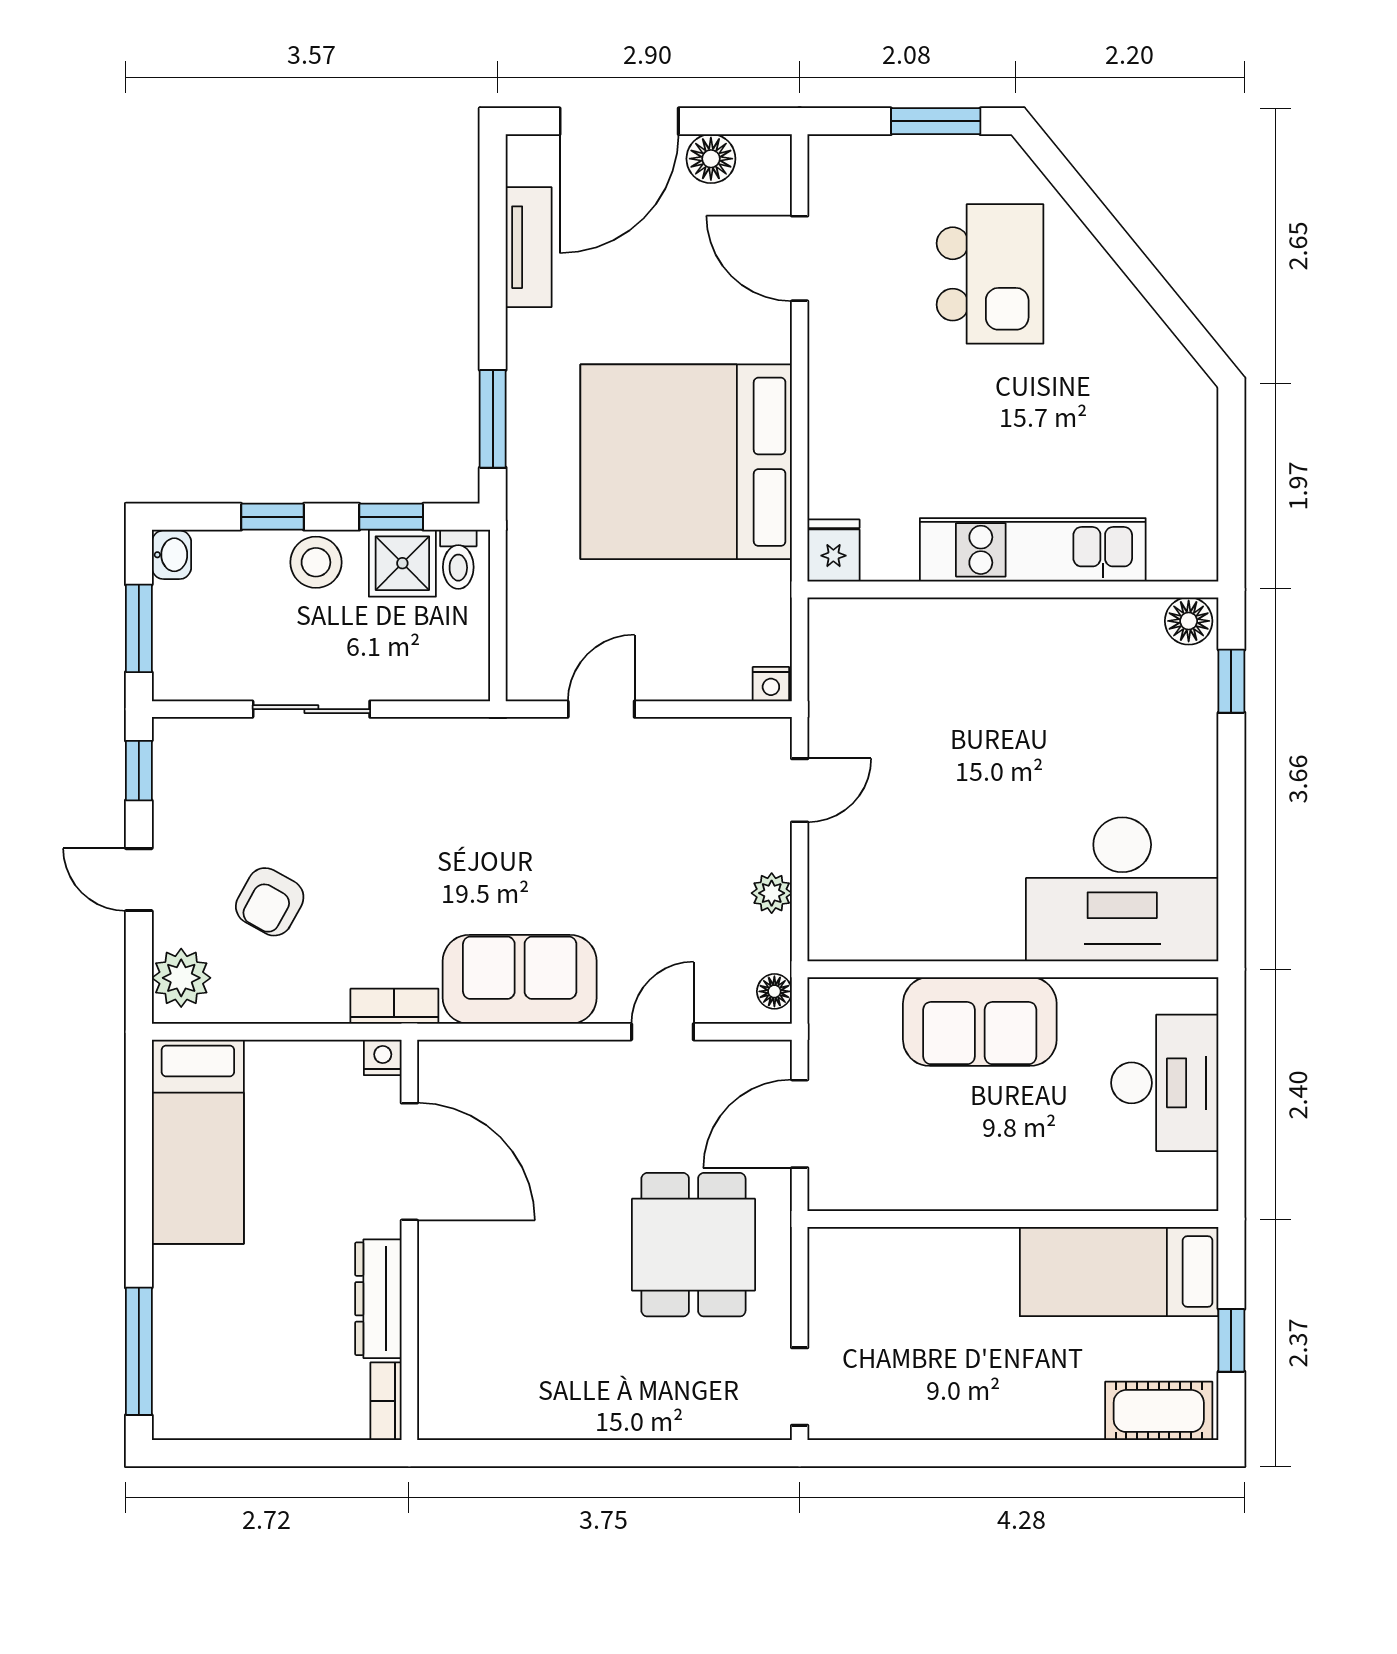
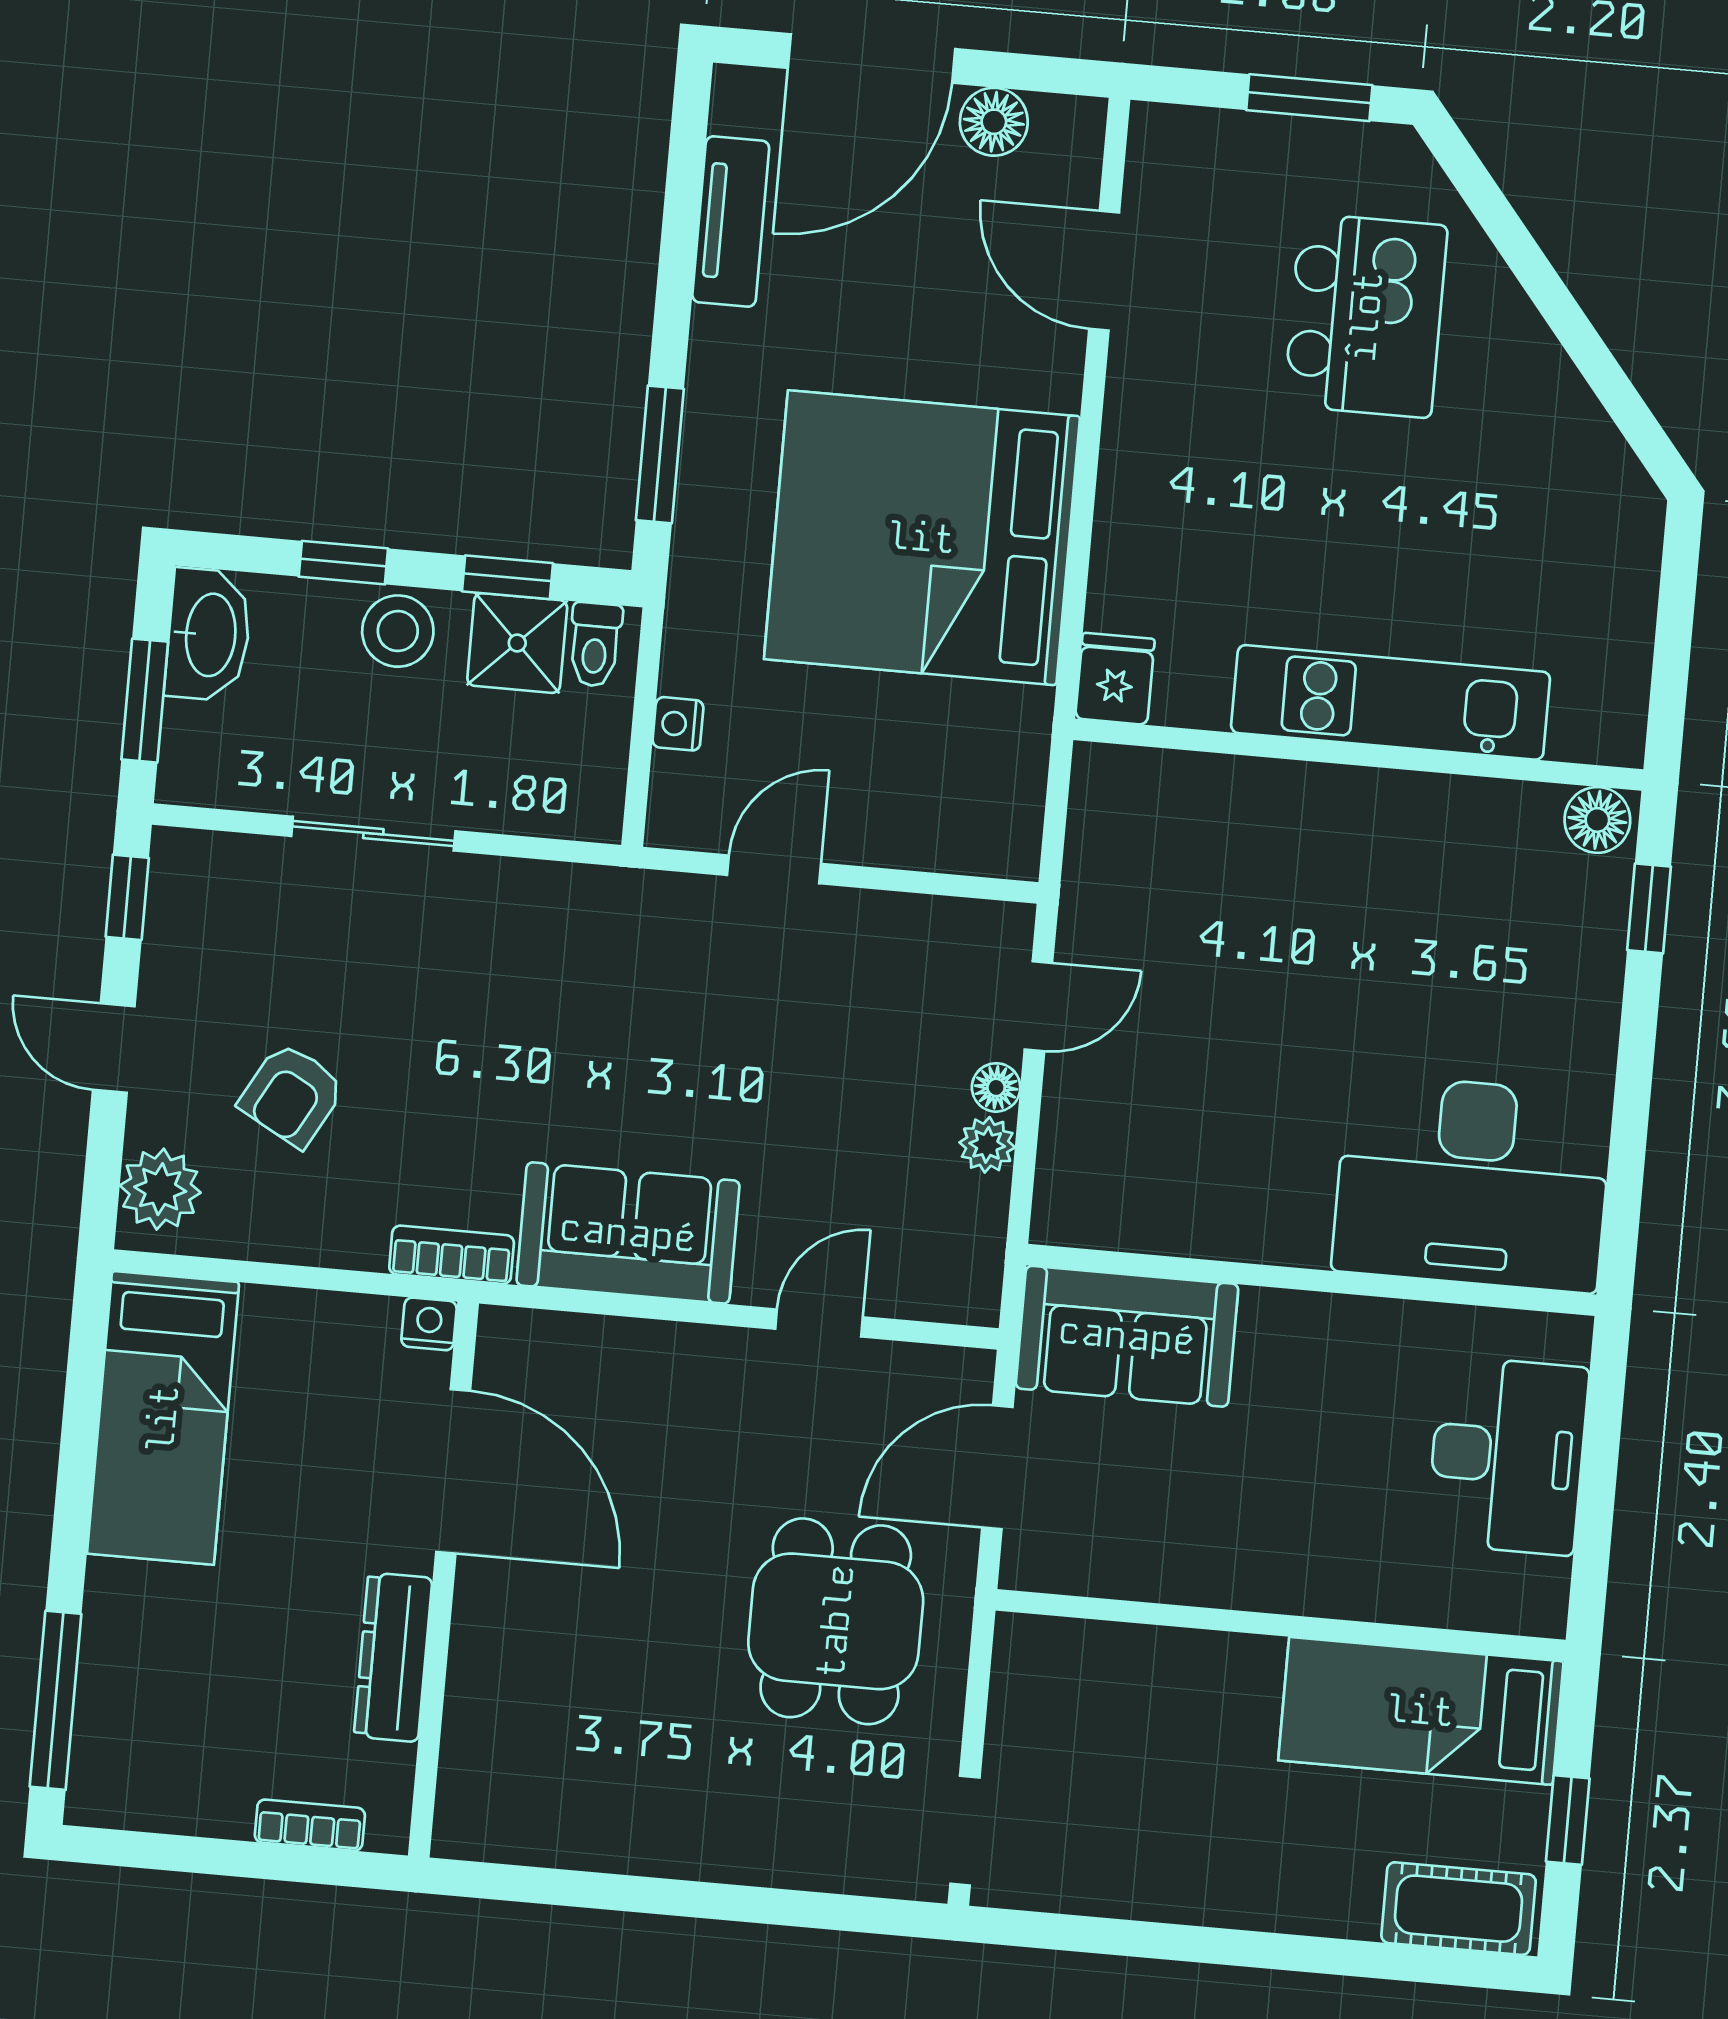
washbasin: (172, 555) -> (208, 635), width x1.91, depth x1.45
nightstand: (771, 684) -> (678, 724), moved, turned 90
floor lamp: (774, 991) -> (996, 1087), moved
sofa: (980, 1022) -> (1127, 1336), moved
bookcase: (386, 1401) -> (310, 1825), moved, turned 90

